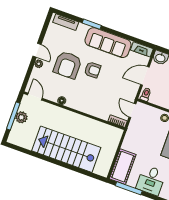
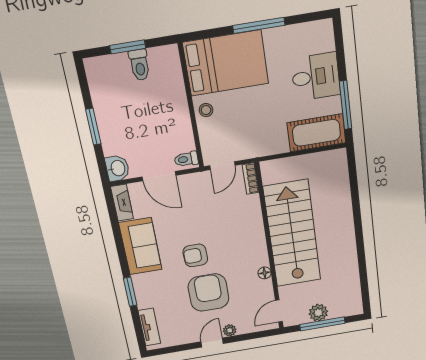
sofa: (108, 43) -> (140, 246), width x0.73
armchair: (68, 65) -> (208, 293), turned -90
armchair: (92, 70) -> (195, 255), turned -90
stairs: (66, 149) -> (292, 234), moved, turned 180

